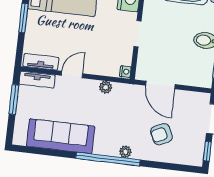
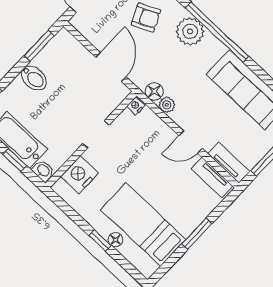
floor lamp: (120, 90) -> (154, 91), added
plant: (125, 152) -> (190, 31), width x1.88, depth x1.88

